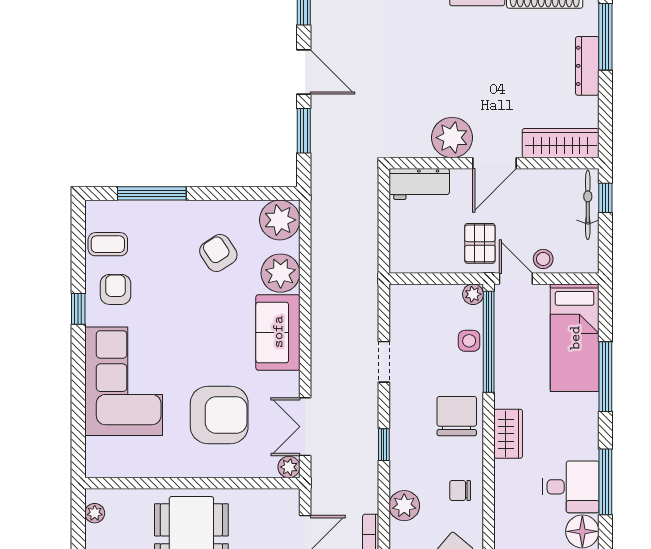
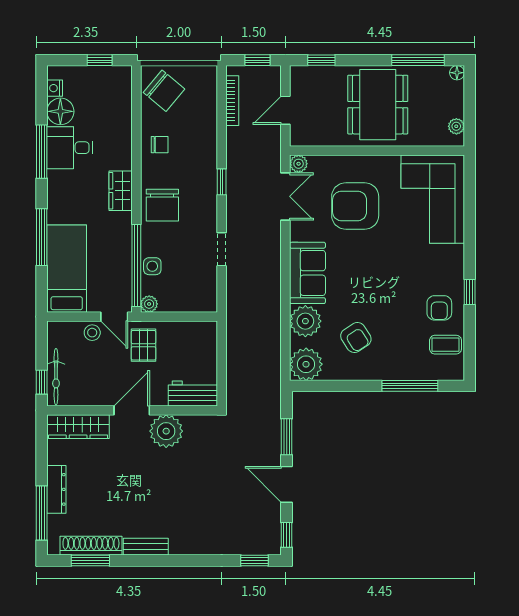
corner sofa: (124, 381) -> (433, 199), moved
plant: (404, 506) -> (205, 132), removed

